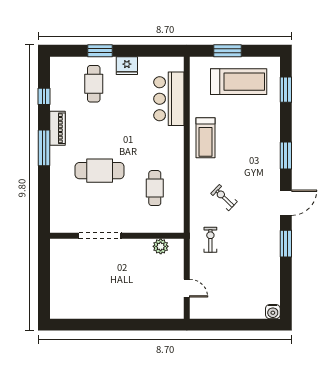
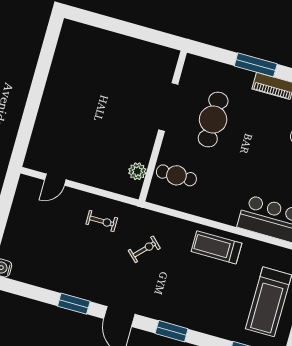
doorway: (100, 236) -> (168, 107), moved
wall: (117, 236) -> (163, 126), moved
plant: (161, 246) -> (137, 171), moved

